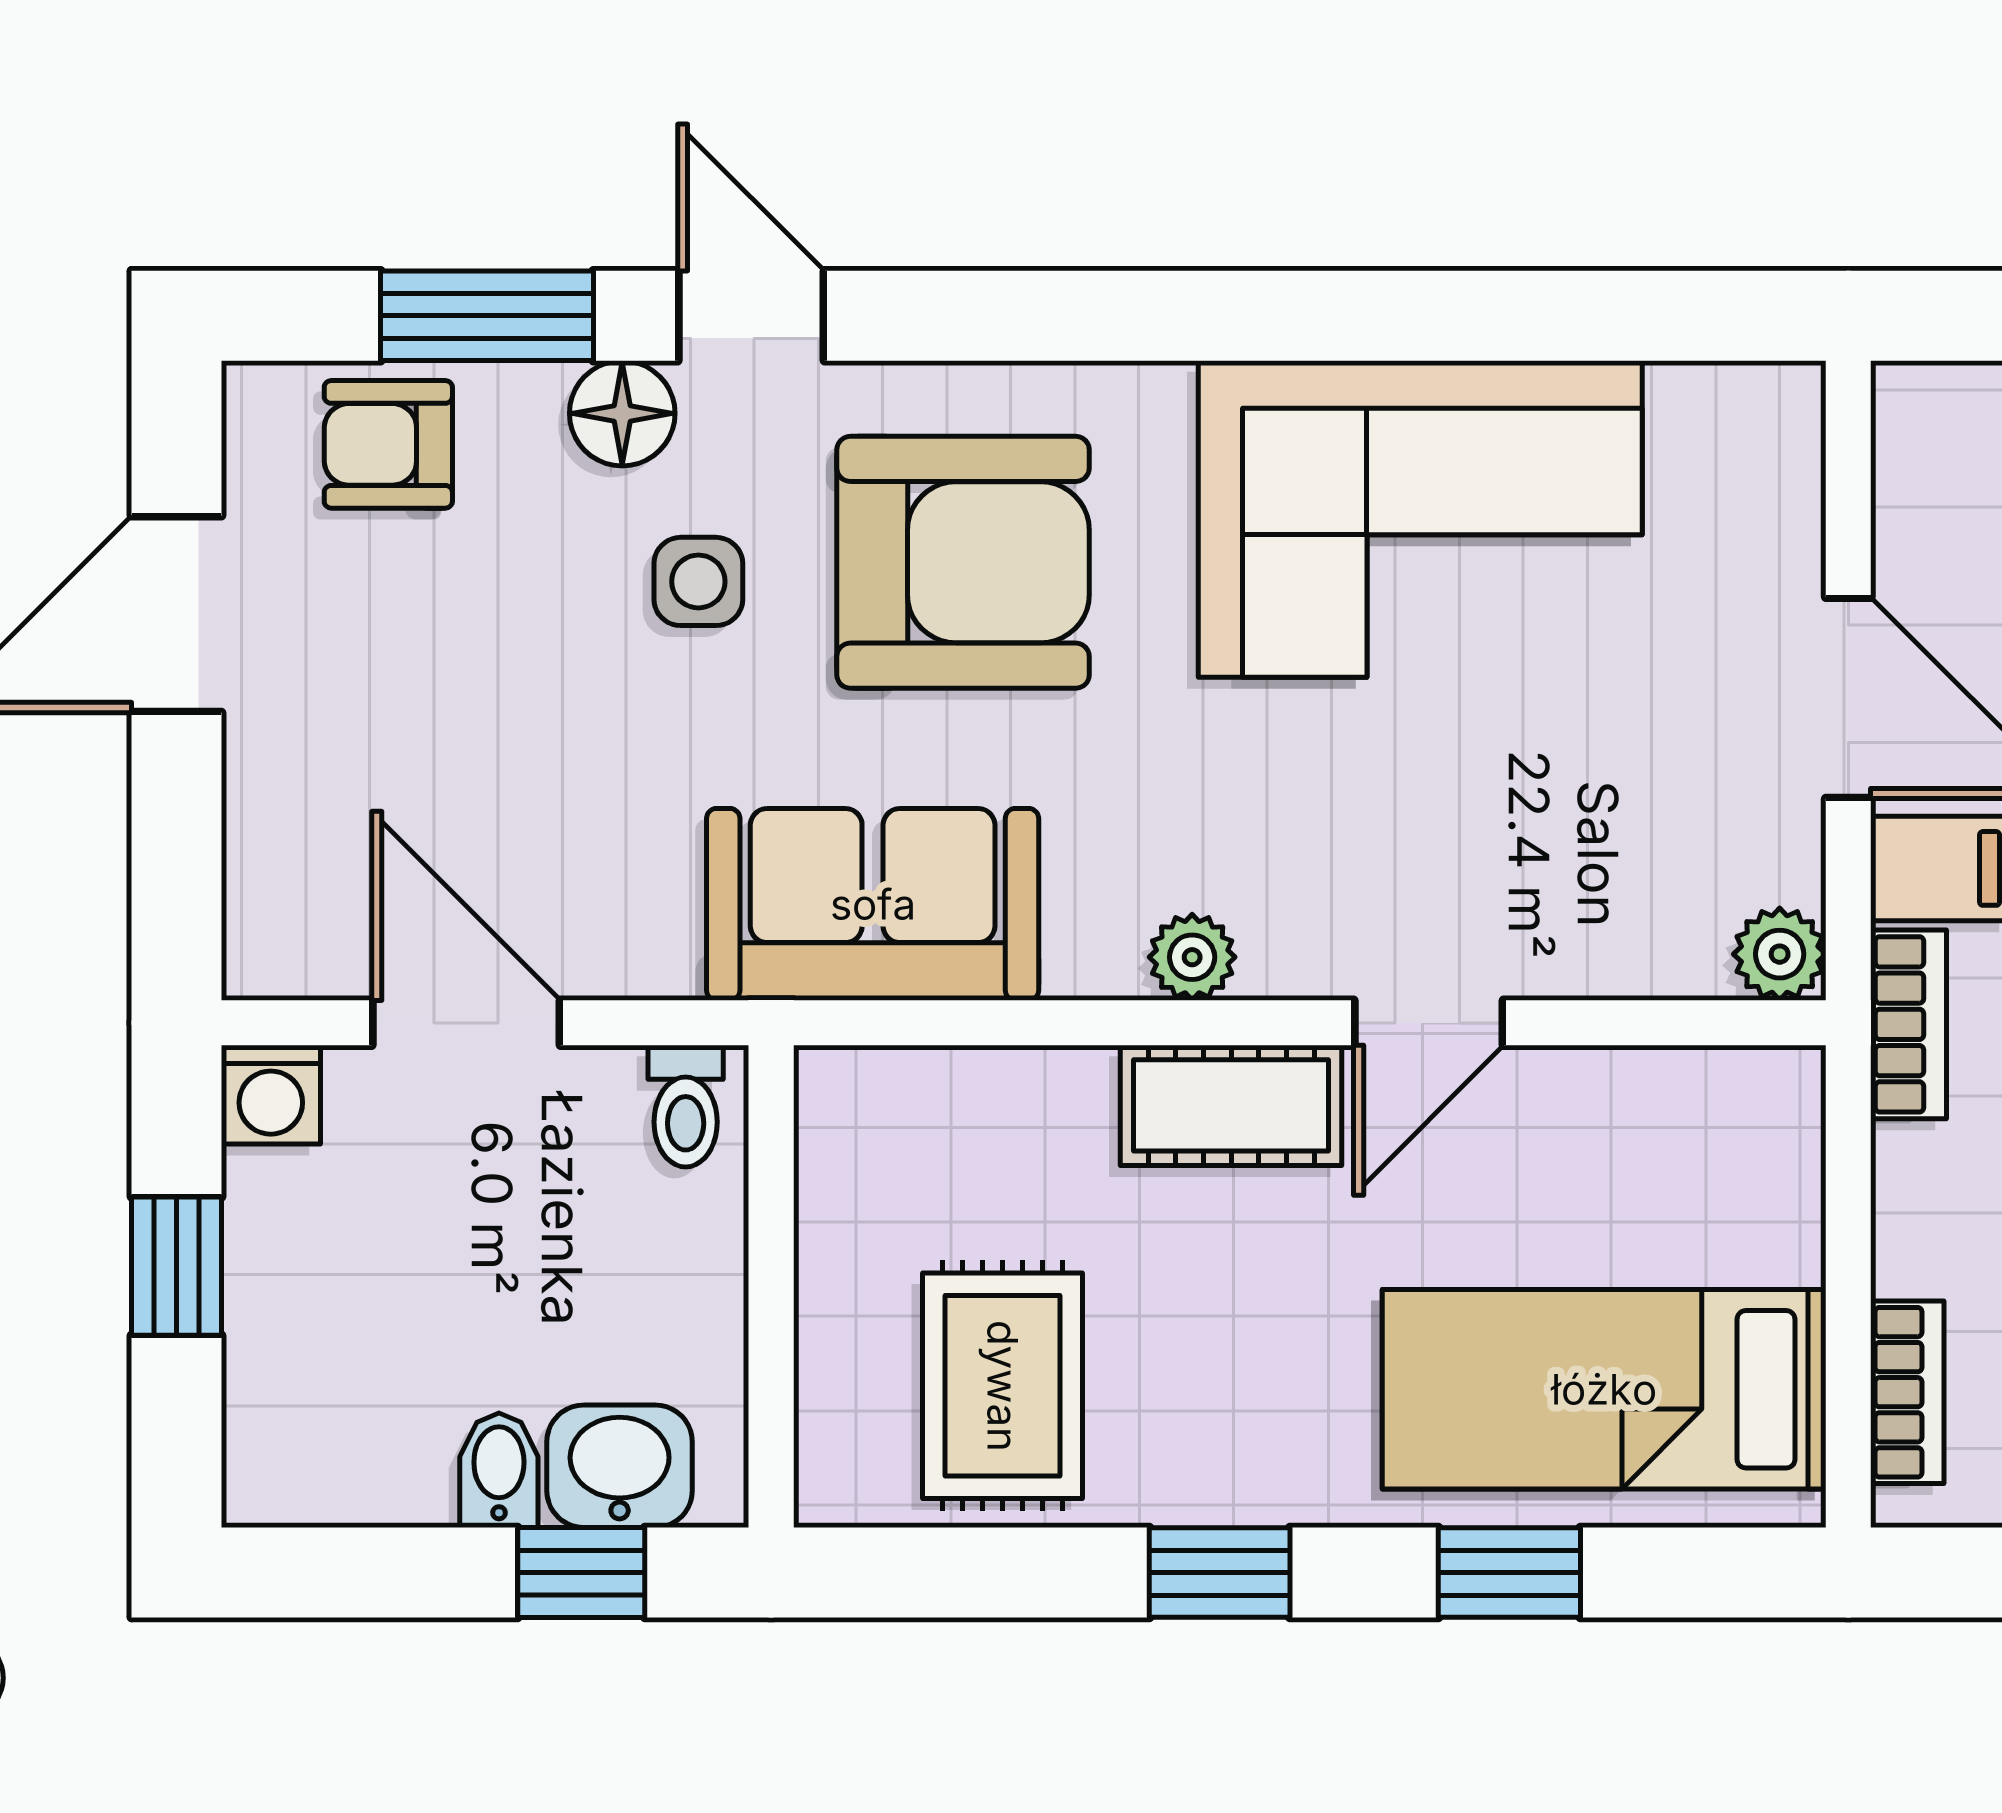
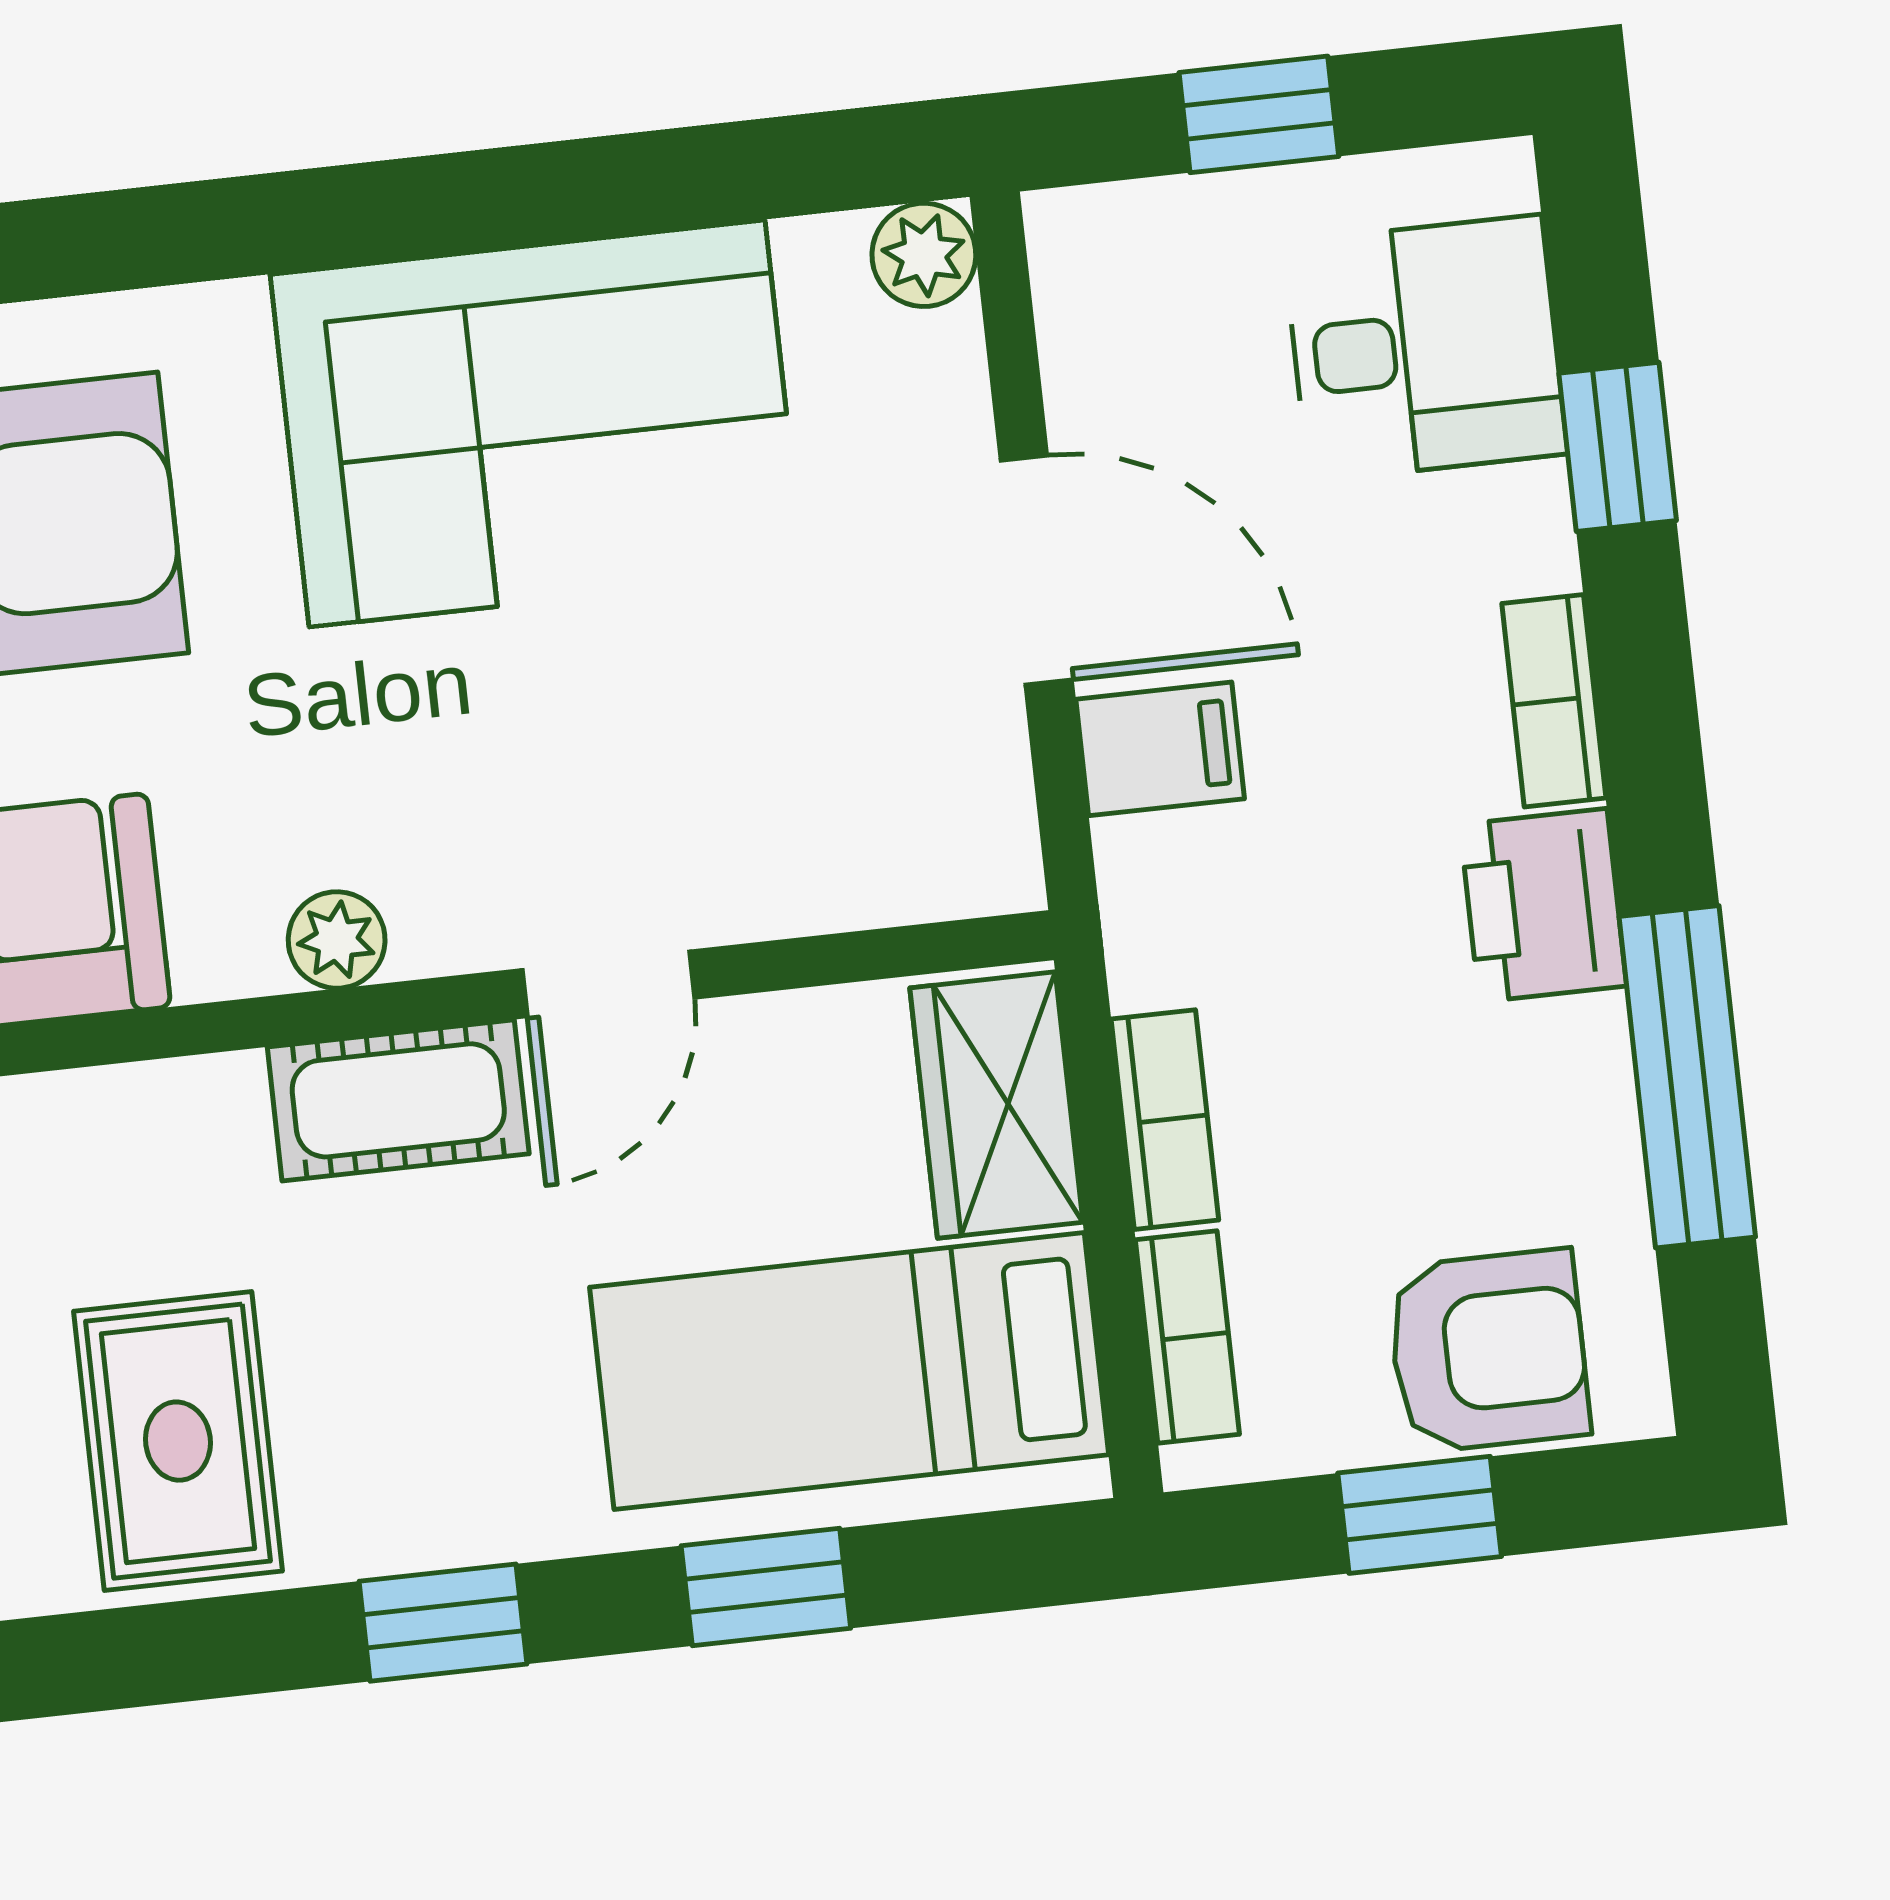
plant: (1780, 954) -> (924, 255), moved
bookcase: (1909, 1024) -> (1165, 1120), moved
wardrobe: (1761, 1168) -> (996, 1105), added

